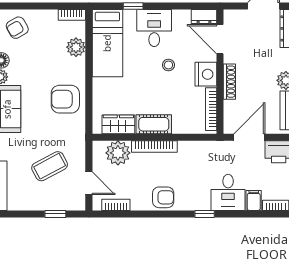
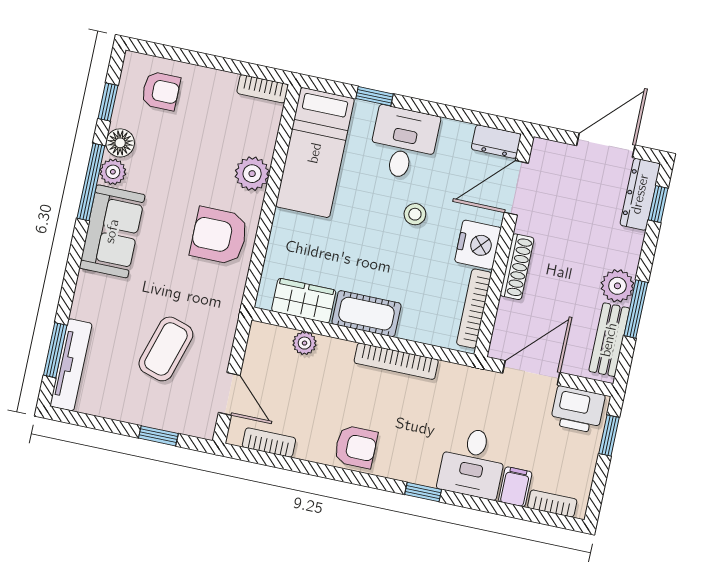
armchair: (17, 28) -> (161, 91), turned -150
door: (220, 39) -> (516, 188), hinge flipped
plant: (76, 47) -> (252, 174), moved
bookcase: (154, 146) -> (396, 361), moved
plant: (118, 153) -> (305, 343), width x0.53, depth x0.53
coffee table: (50, 166) -> (166, 349), turned -45

